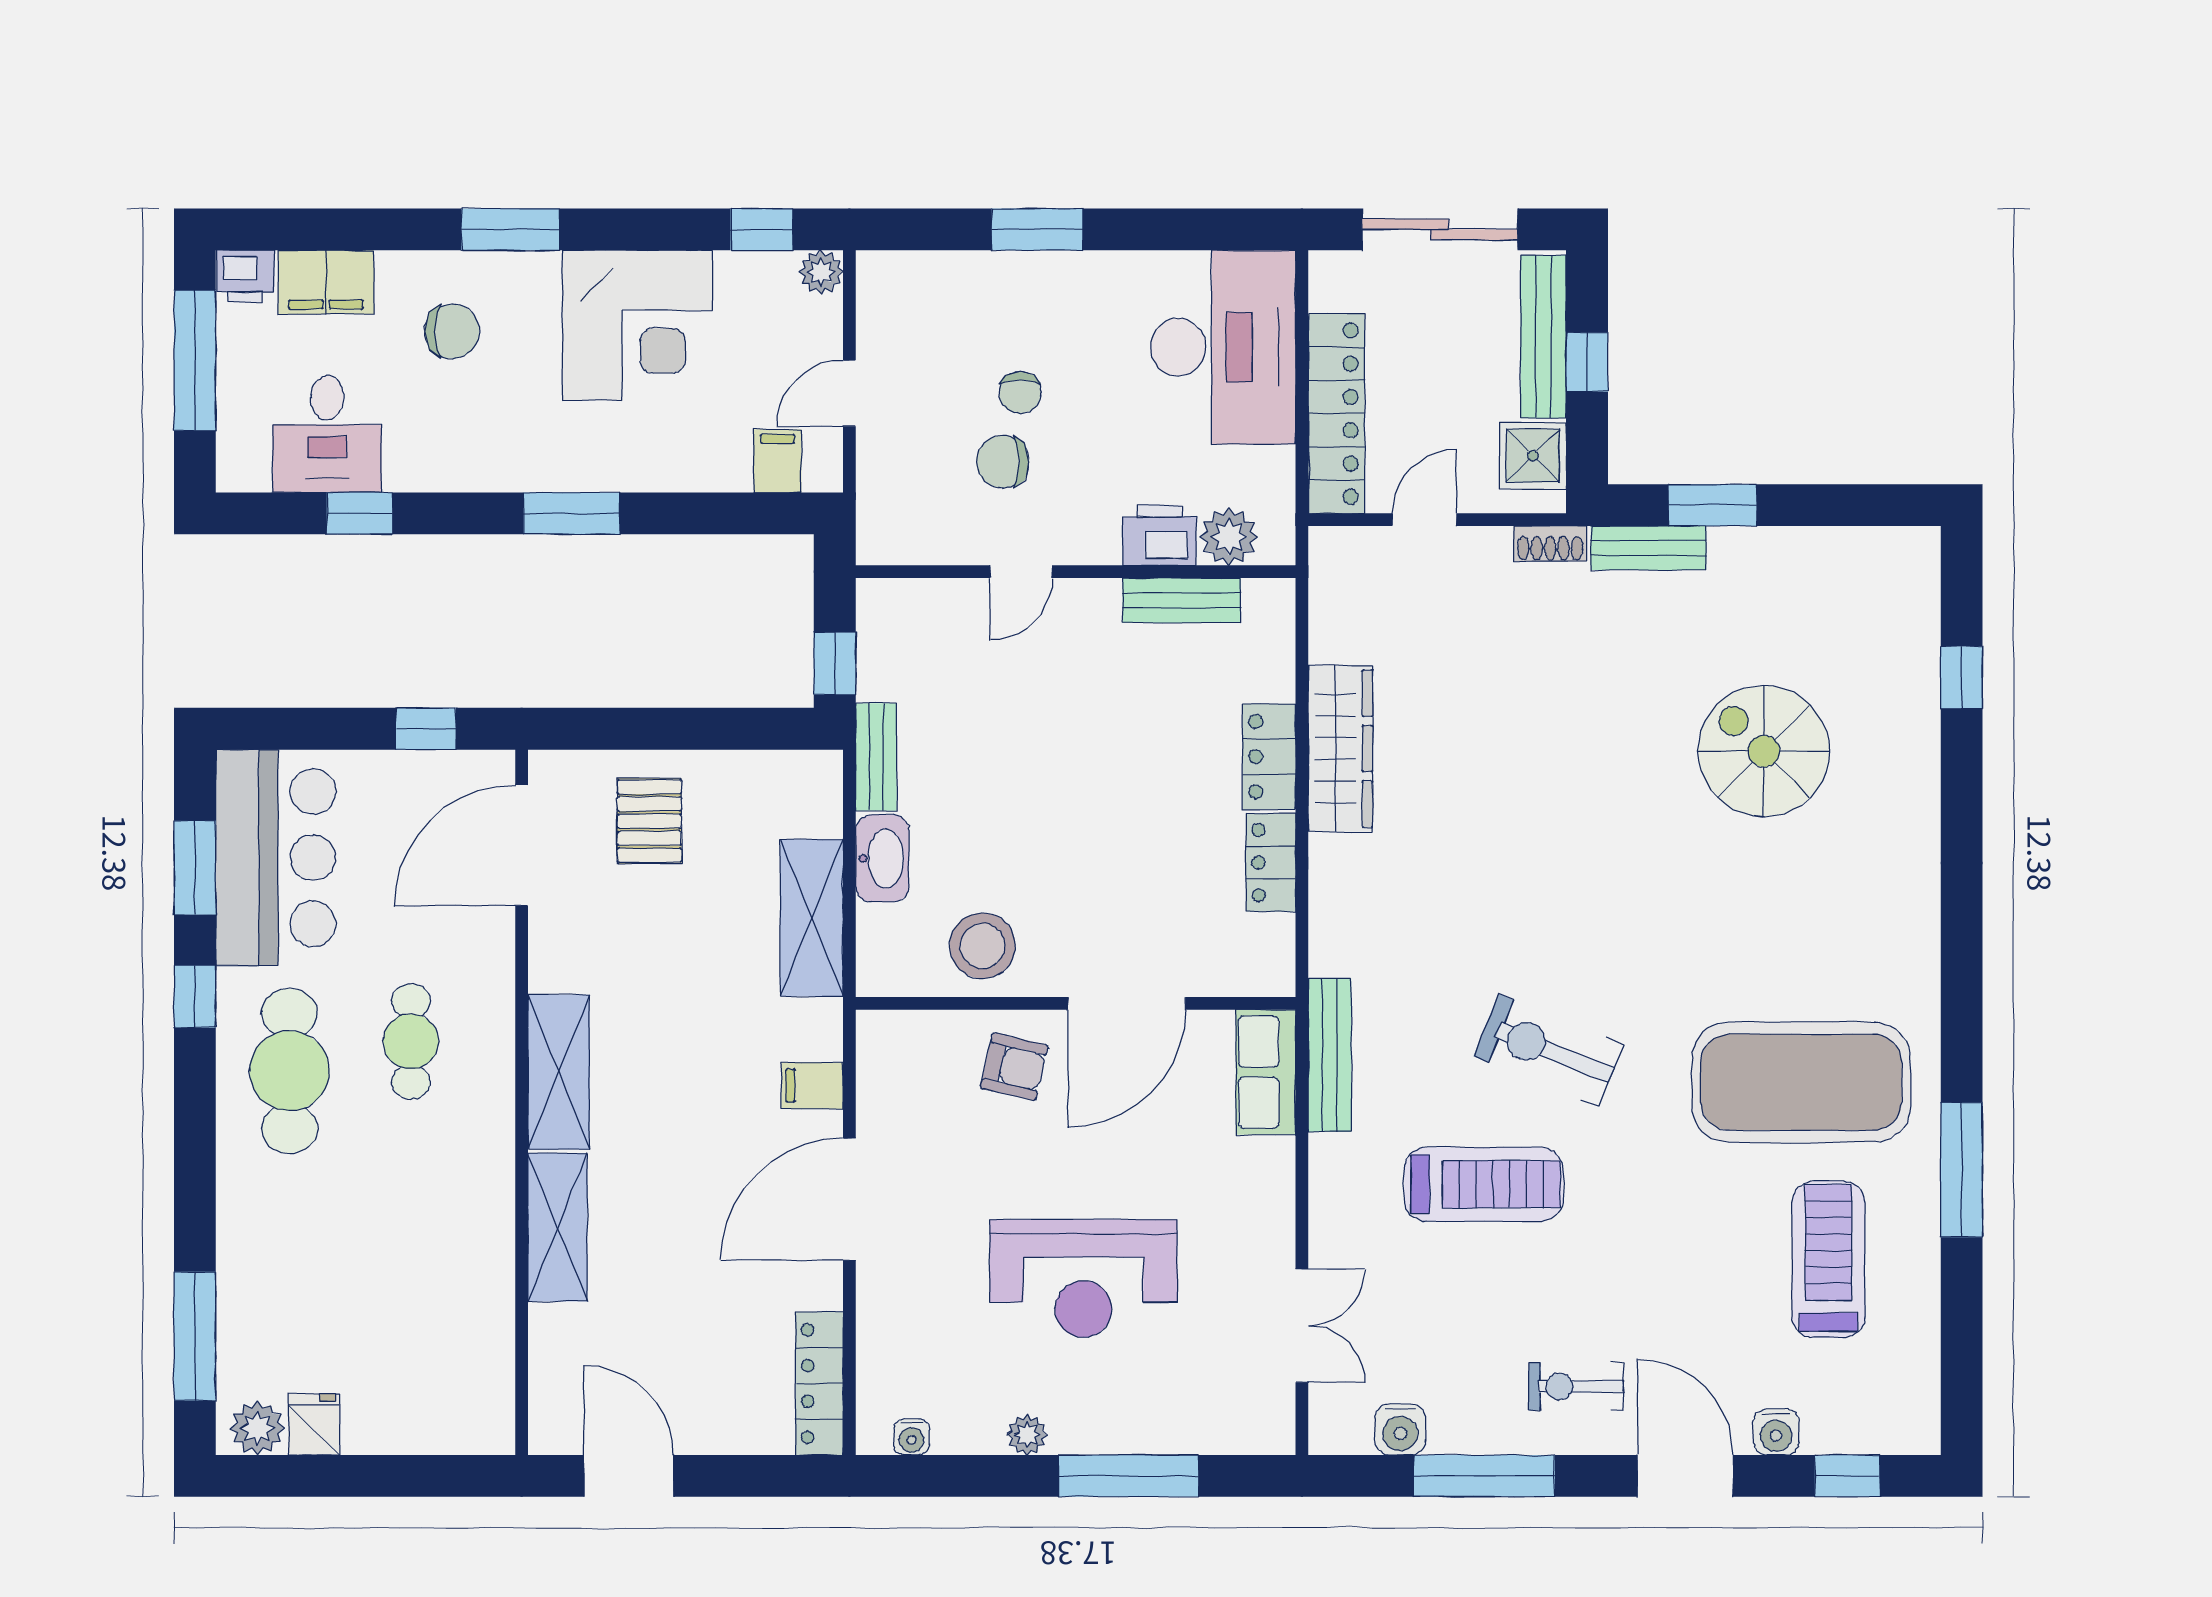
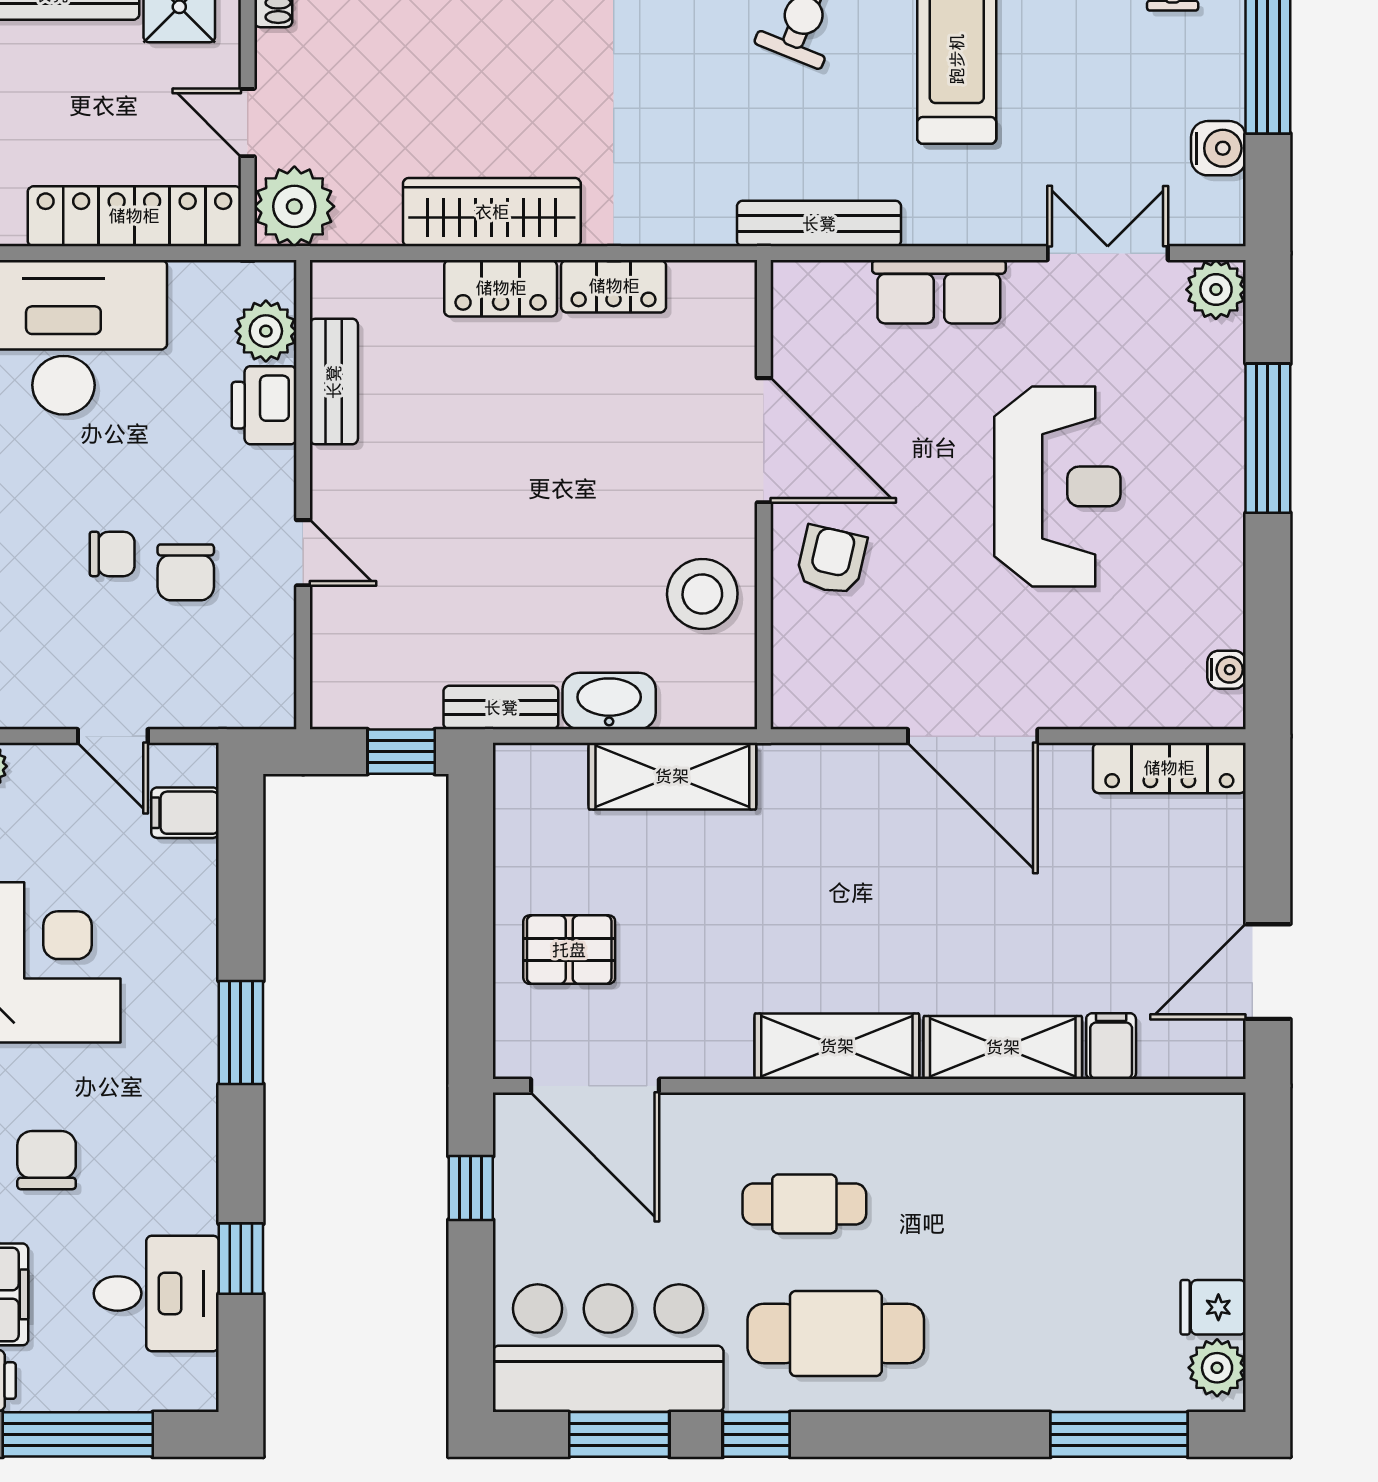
plant: (1346, 563) -> (294, 206), added
row of seats: (1266, 1072) -> (939, 292), moved
filing cabinet: (812, 1086) -> (1111, 1046), moved, turned 180
plant: (1027, 1435) -> (1216, 290), moved, width x1.38, depth x1.38

